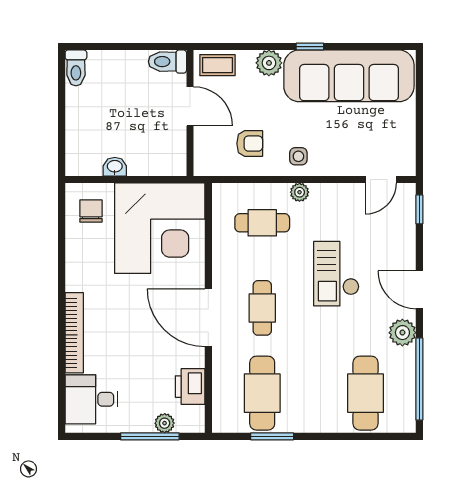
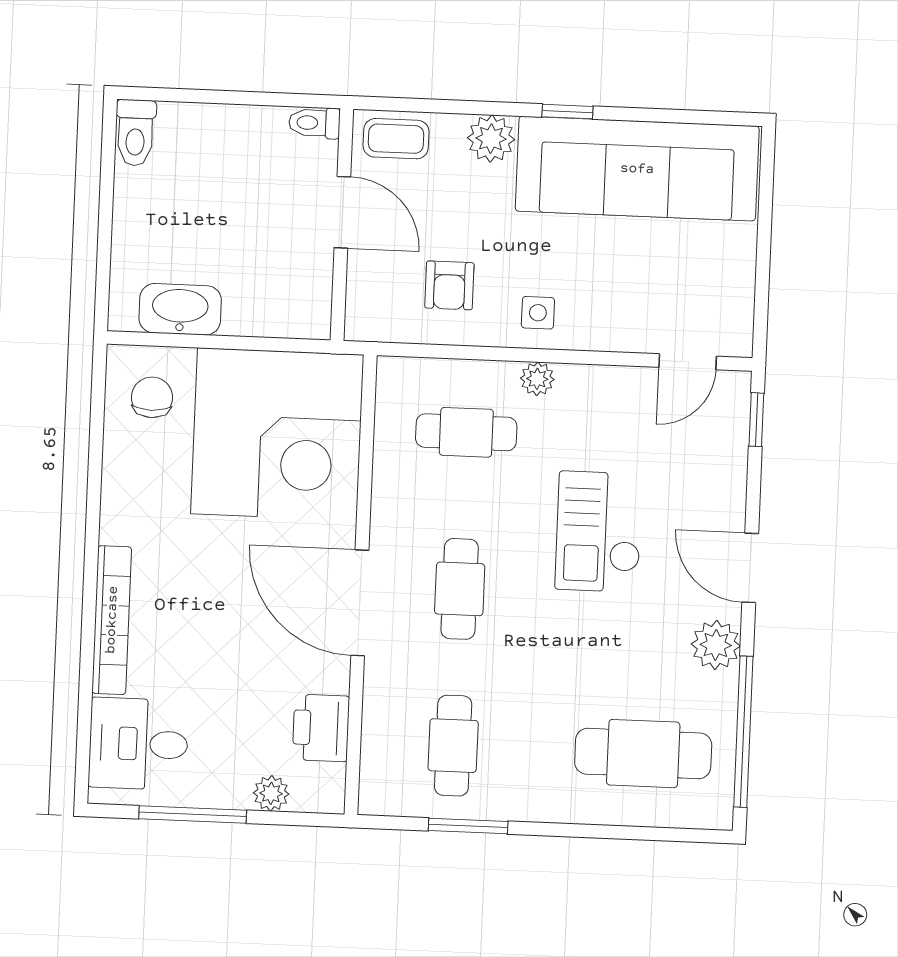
toilet: (168, 62) -> (314, 123), width x0.73, depth x0.72
armchair: (250, 144) -> (449, 285), turned 90
washbasin: (115, 167) -> (180, 309), width x1.91, depth x1.45
cafe table: (262, 393) -> (453, 746), width x0.73, depth x0.74
cafe table: (366, 393) -> (643, 754), turned 90
window: (150, 436) -> (193, 814), moved

